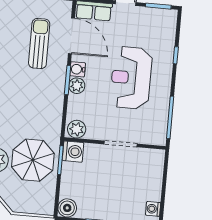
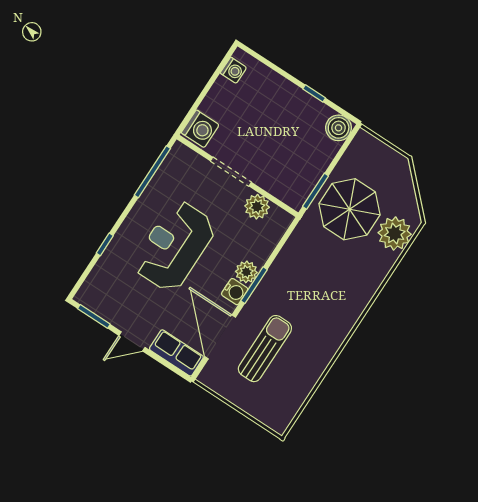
sun lounger: (39, 44) -> (265, 349), turned 180
reception desk: (131, 78) -> (174, 246), turned 180
plant: (77, 129) -> (257, 207), moved
washing machine: (73, 152) -> (200, 129), moved, turned 180

